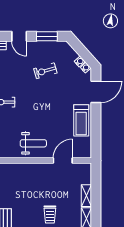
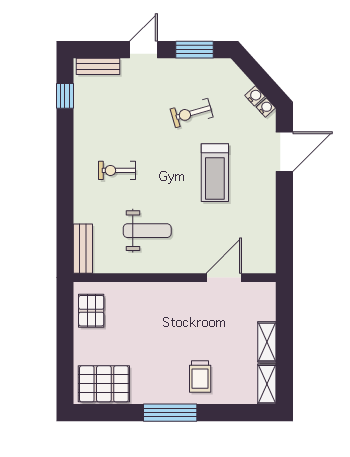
door: (19, 36) -> (143, 50), swing flipped
treadmill: (81, 120) -> (215, 173), moved
weight bench: (33, 143) -> (147, 231), moved

